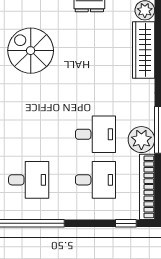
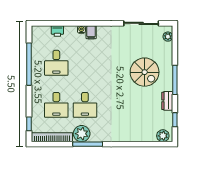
wardrobe: (144, 50) -> (138, 135), removed
spiral stairs: (31, 51) -> (145, 72), moved, turned 90

